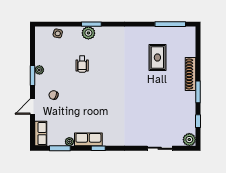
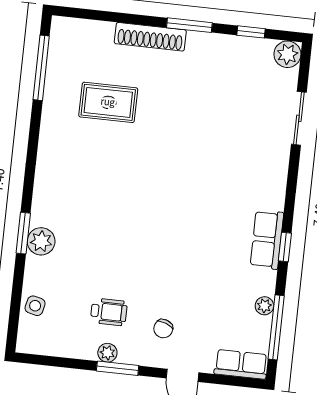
wheelchair: (82, 64) -> (109, 312), moved
row of seats: (88, 139) -> (267, 240), moved
window: (60, 148) -> (276, 327), width x1.44

